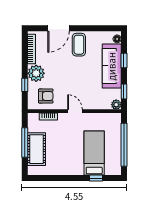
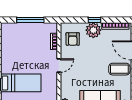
window: (25, 85) -> (95, 20), moved
cot: (36, 149) -> (24, 31), removed

